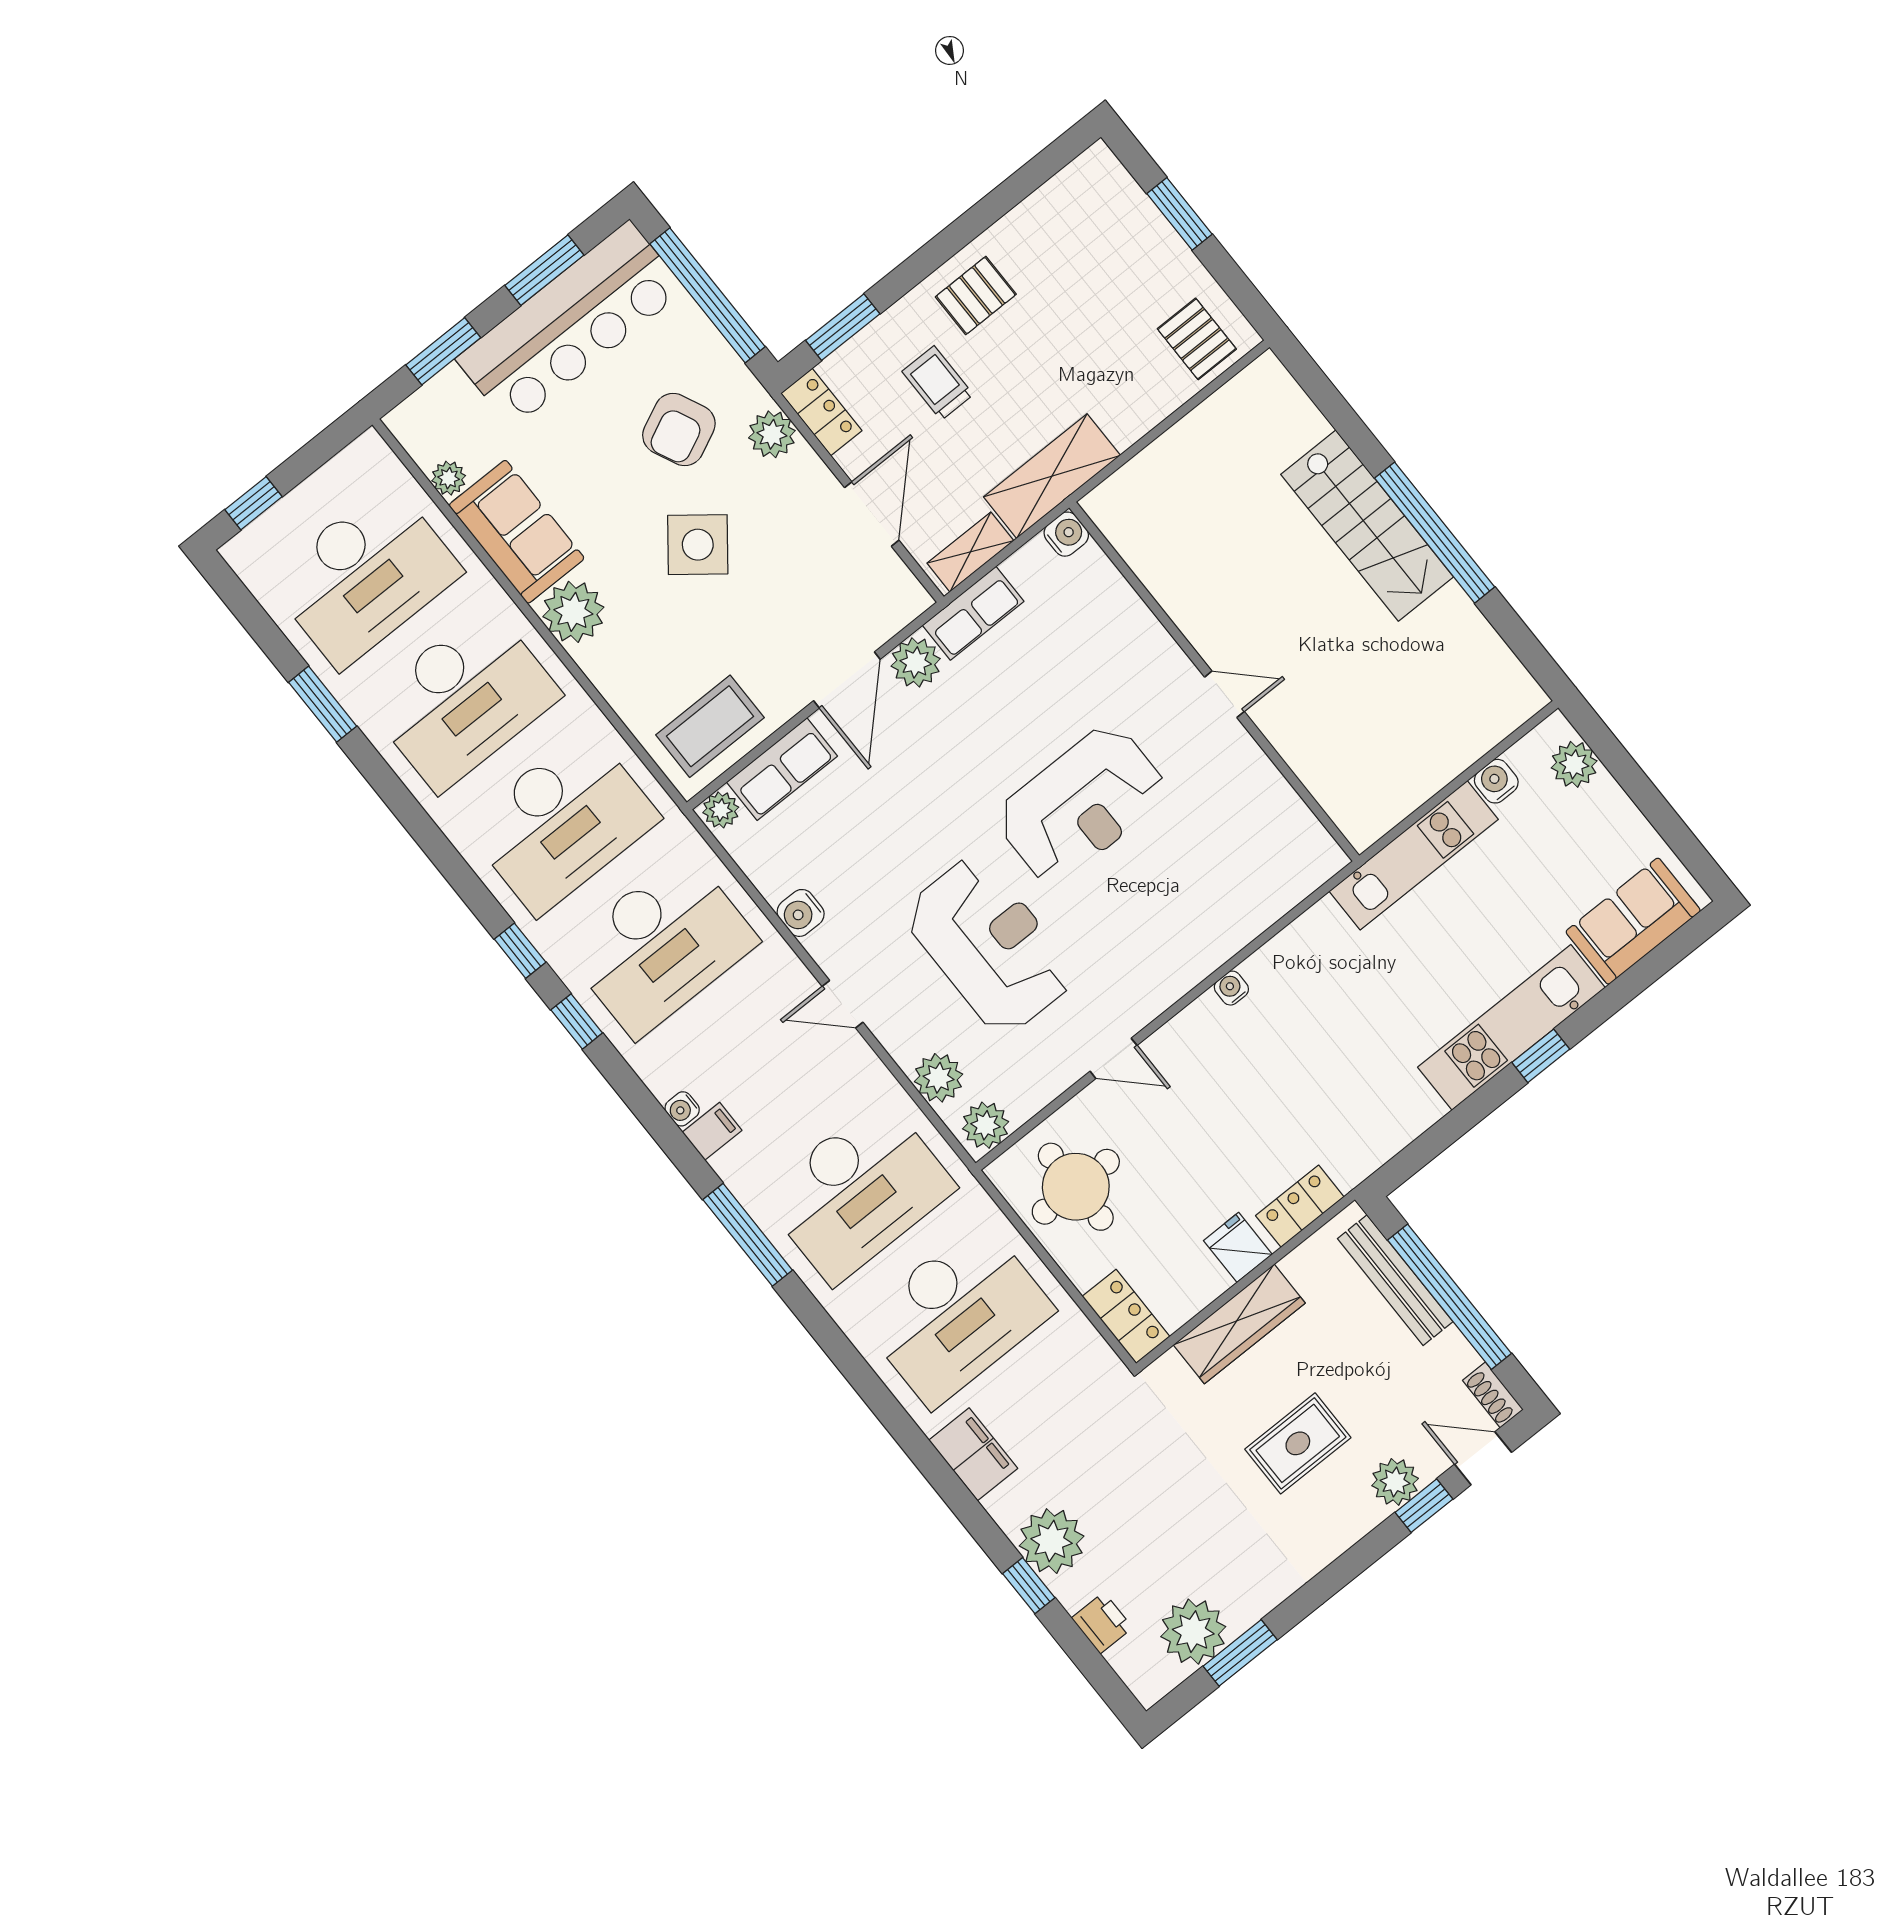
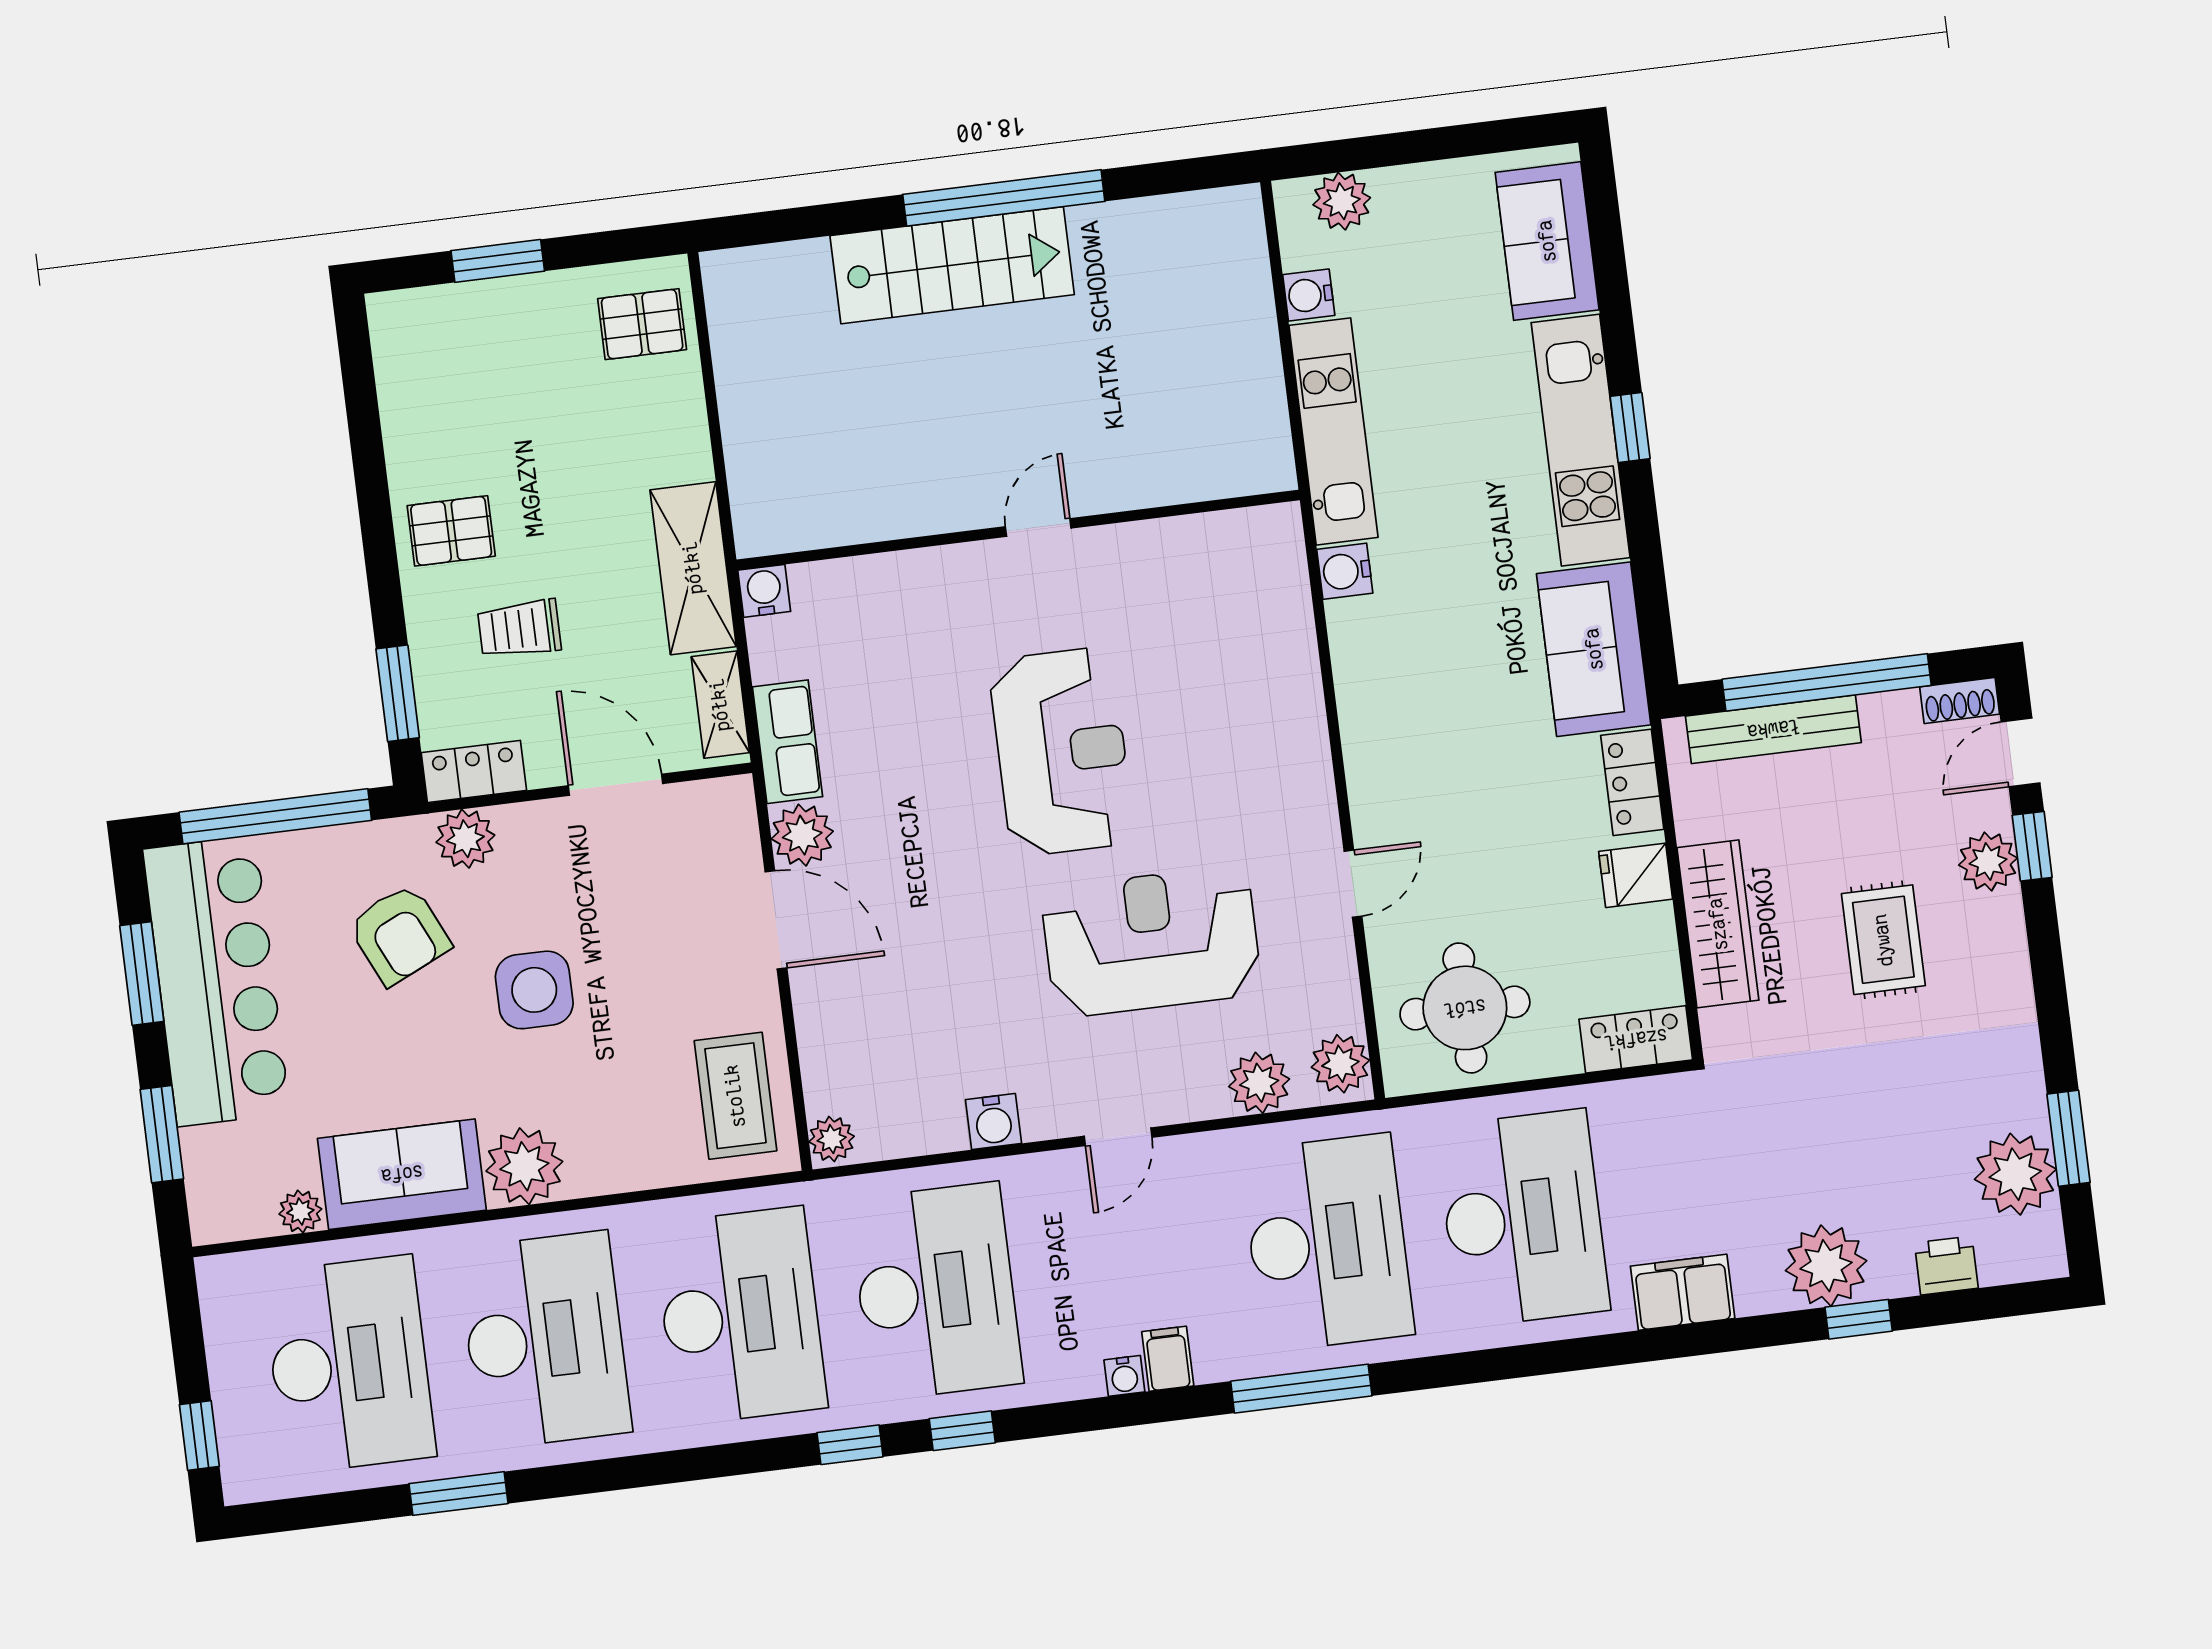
pallet: (976, 296) -> (451, 531), turned 90
side table: (698, 545) -> (534, 990), turned -38
row of seats: (782, 769) -> (828, 1047), removed
water cooler: (1231, 988) -> (1345, 571), moved, width x1.38, depth x1.38
sofa: (1374, 1124) -> (1594, 649), added

